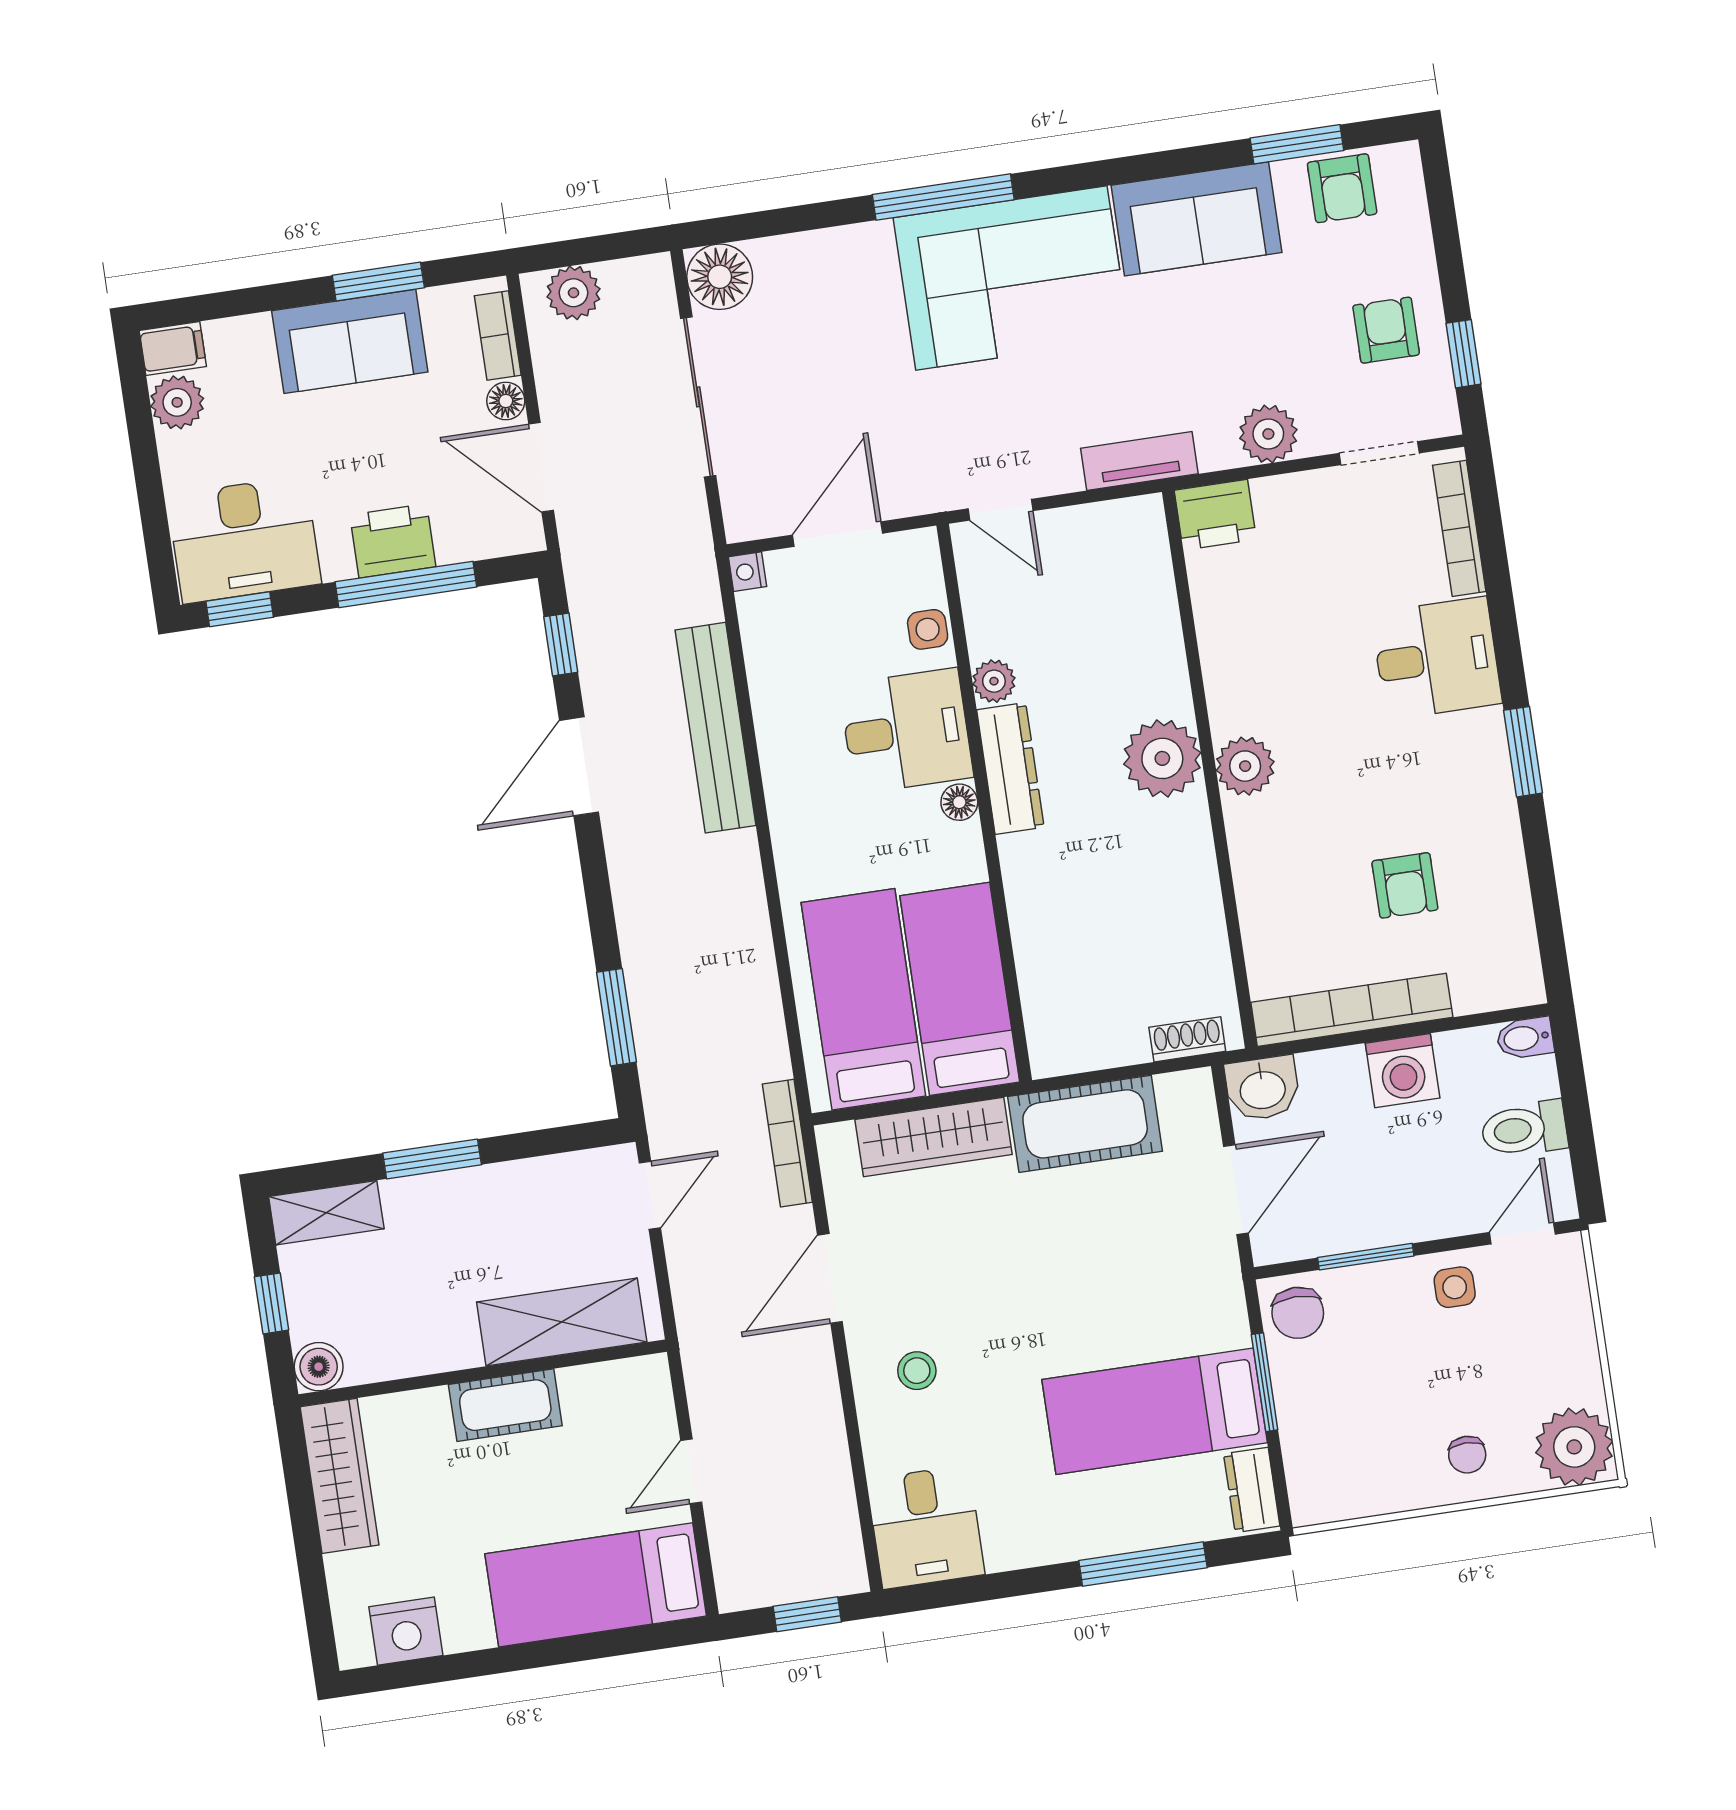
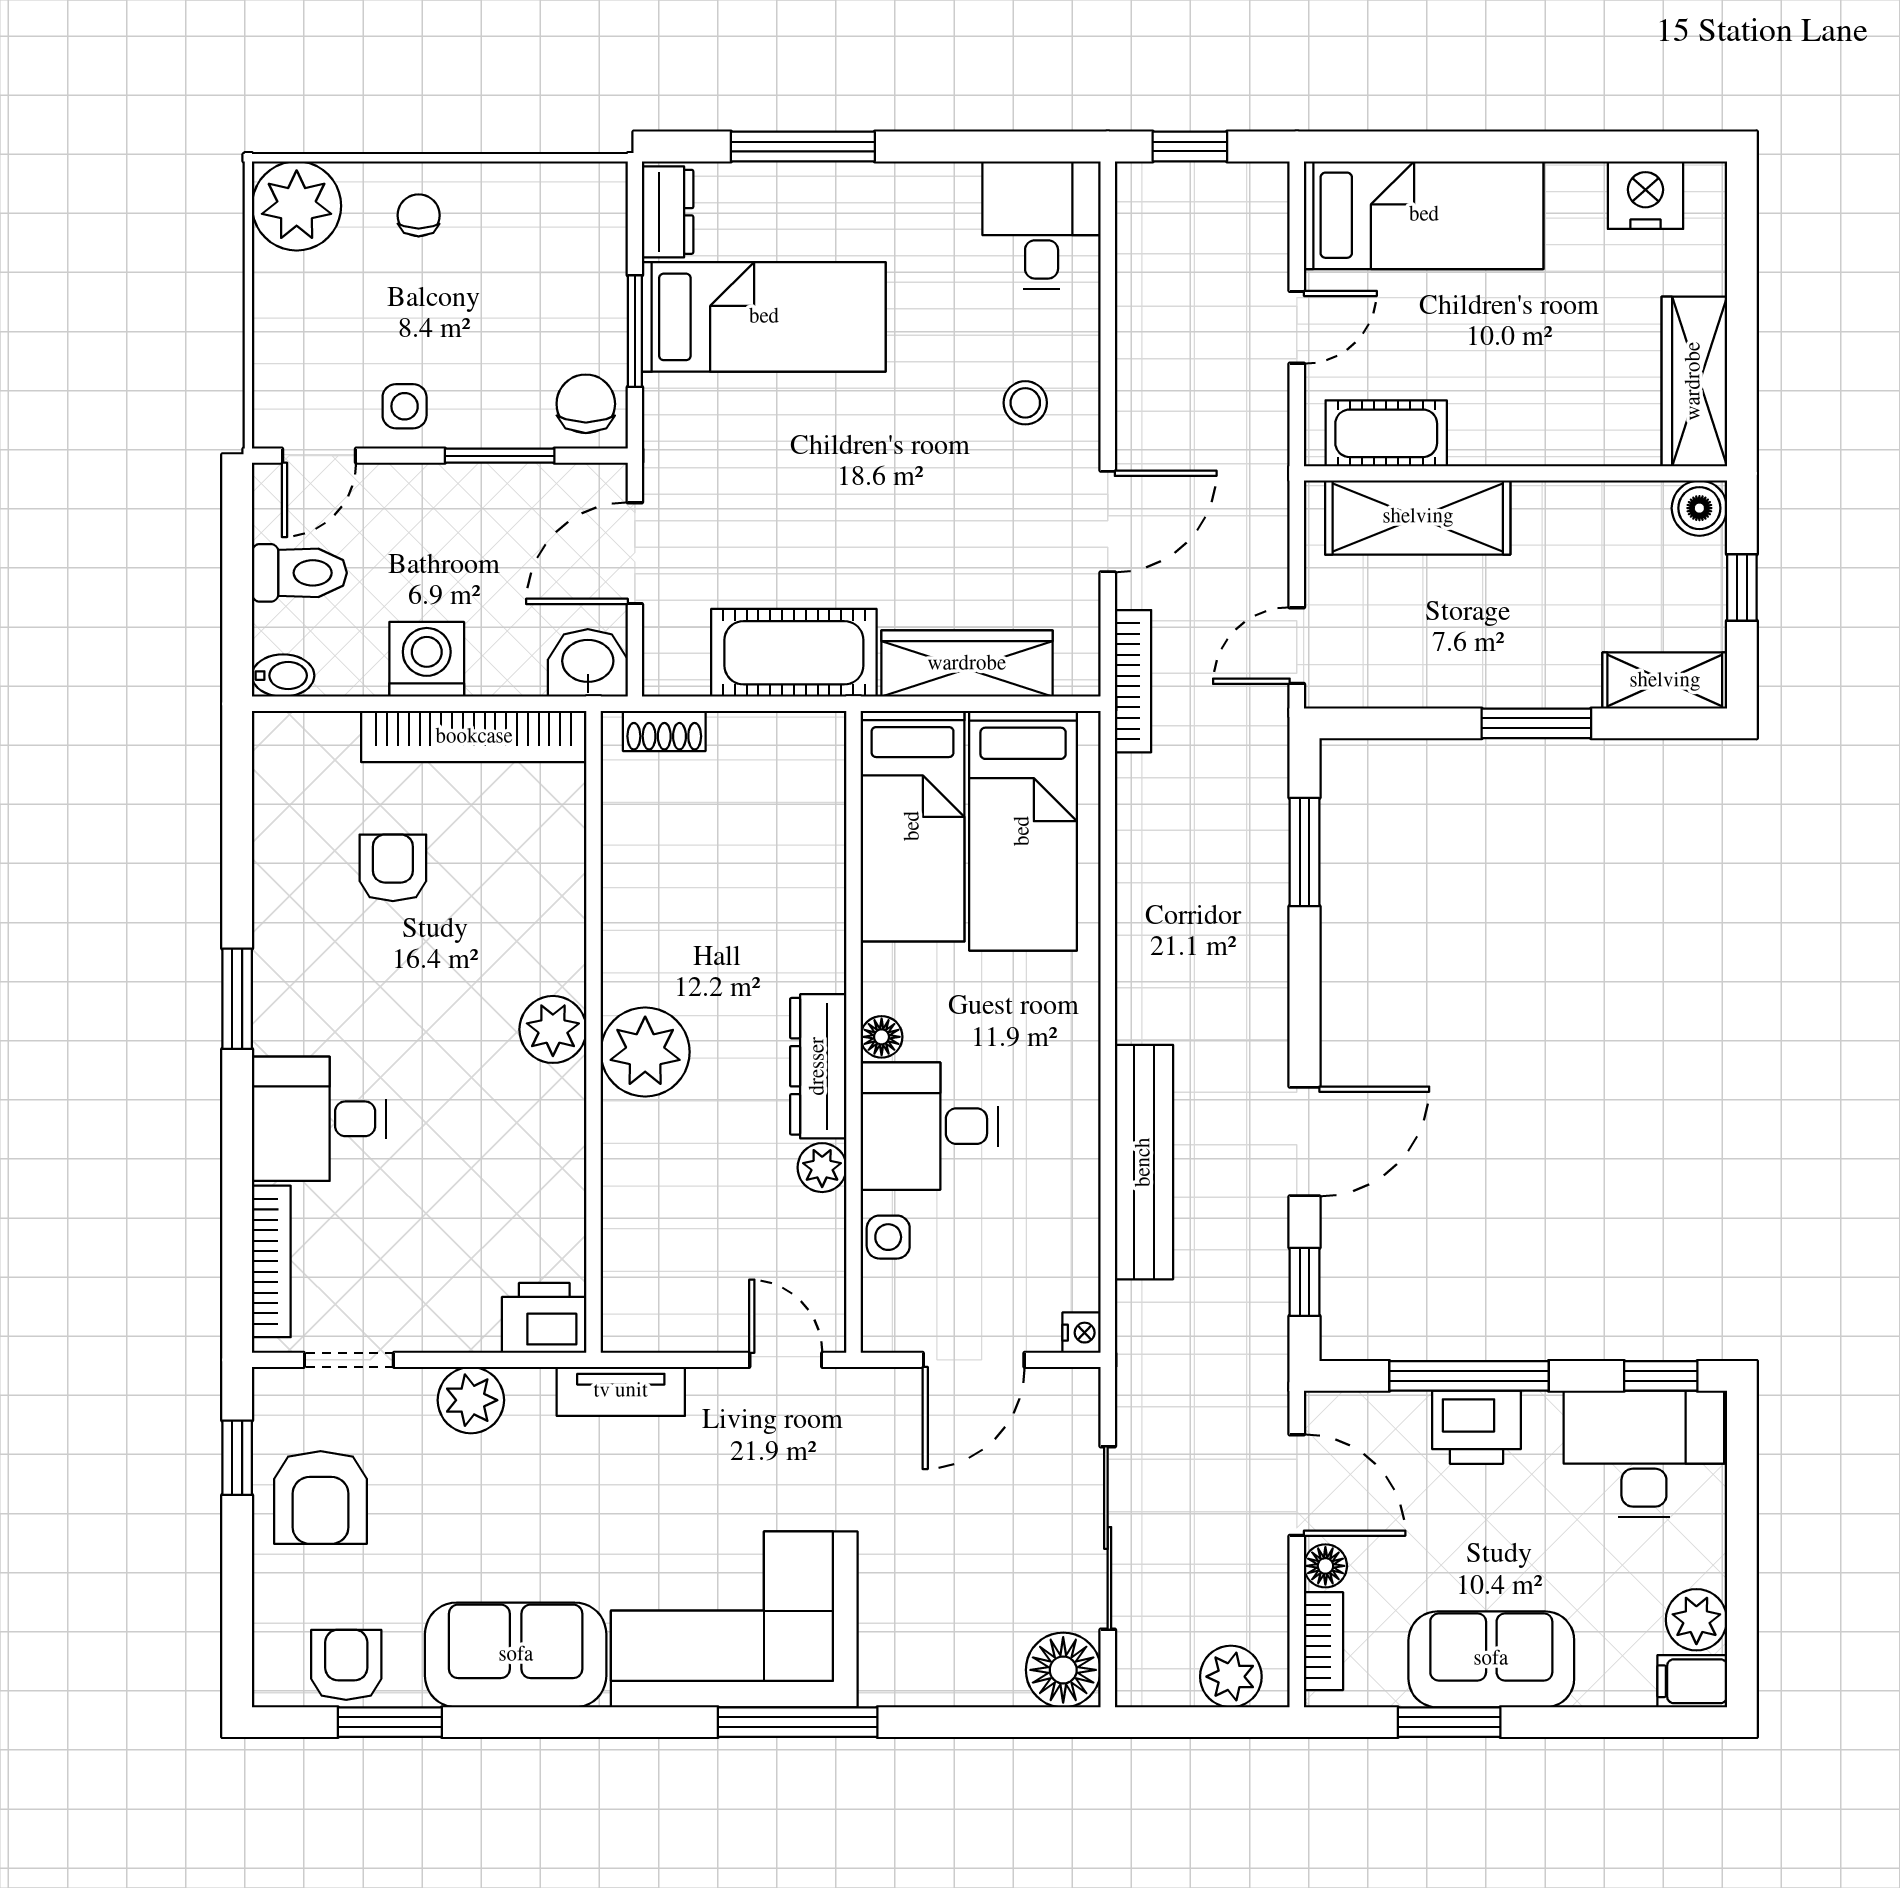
armchair: (1386, 330) -> (321, 1497), width x1.38, depth x1.38
cot: (505, 1405) -> (1386, 433), moved

